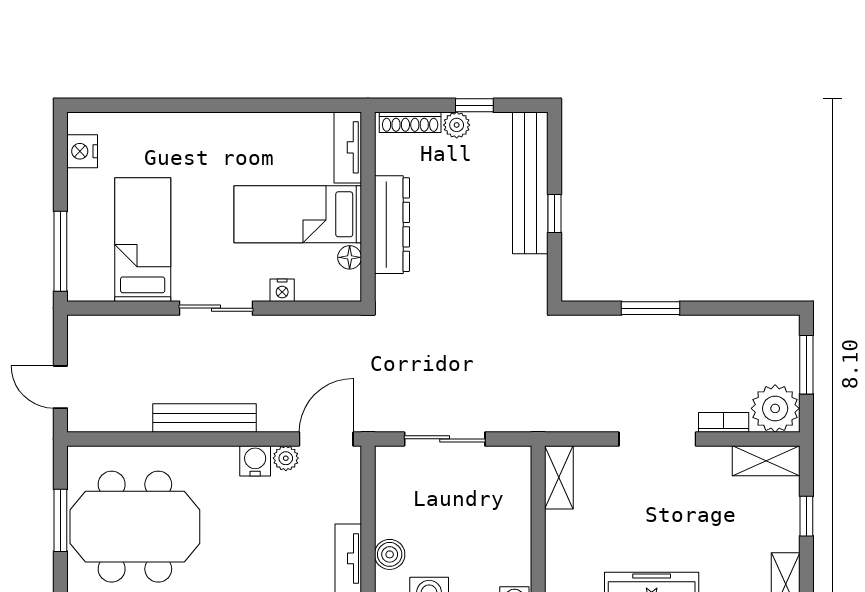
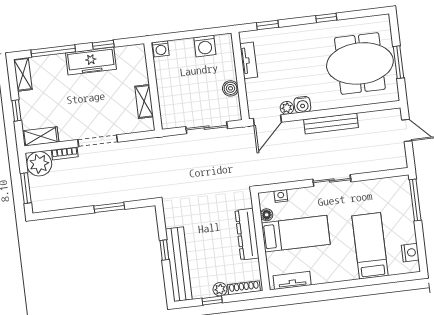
tv unit: (348, 147) -> (292, 280), moved, turned -90
bed: (143, 240) -> (370, 246), moved, turned 180
nightstand: (282, 290) -> (281, 196), moved
shelving: (559, 477) -> (144, 102), moved
boiler: (390, 554) -> (230, 88), moved

